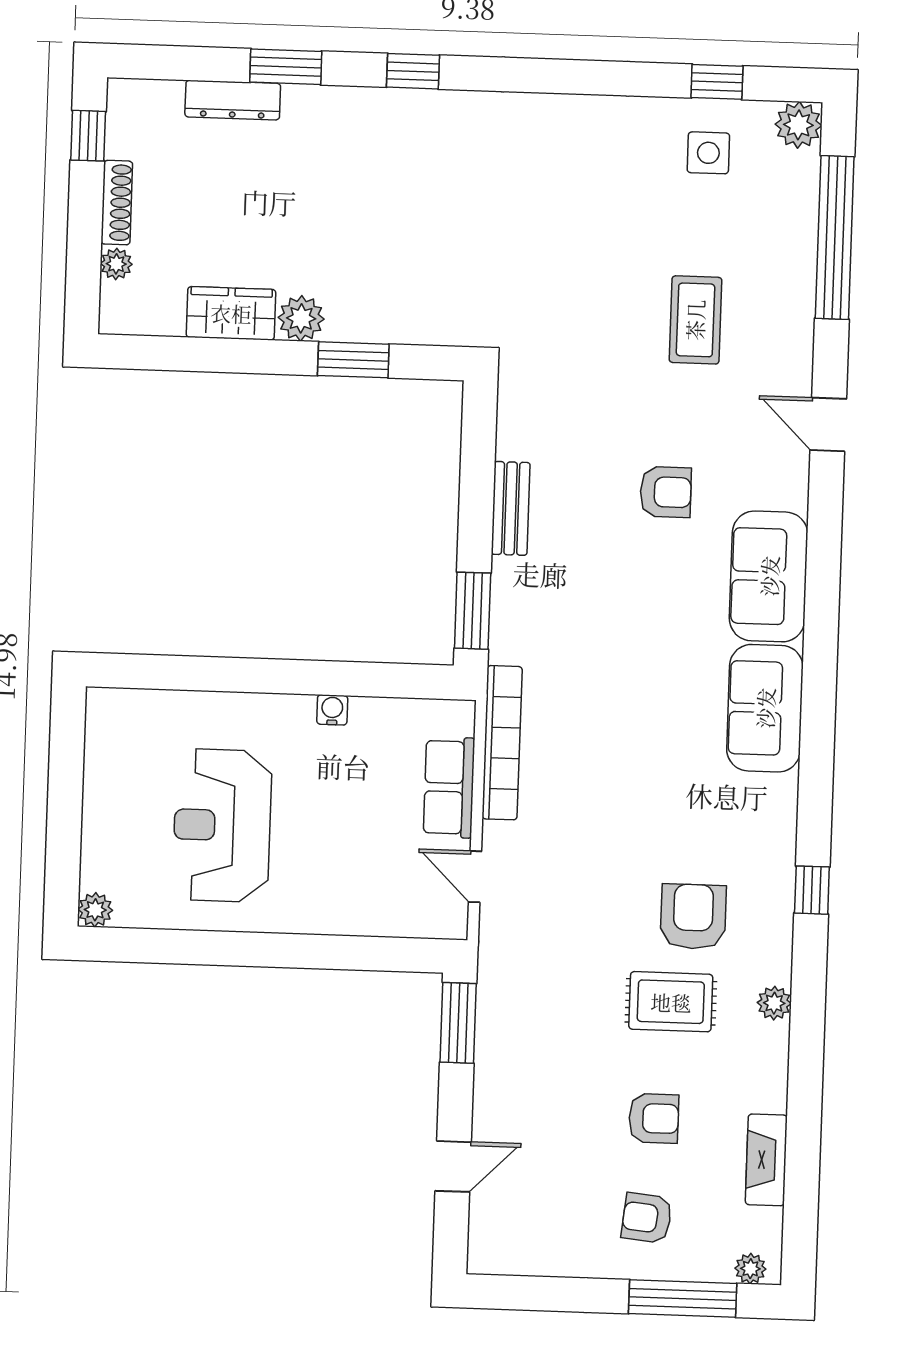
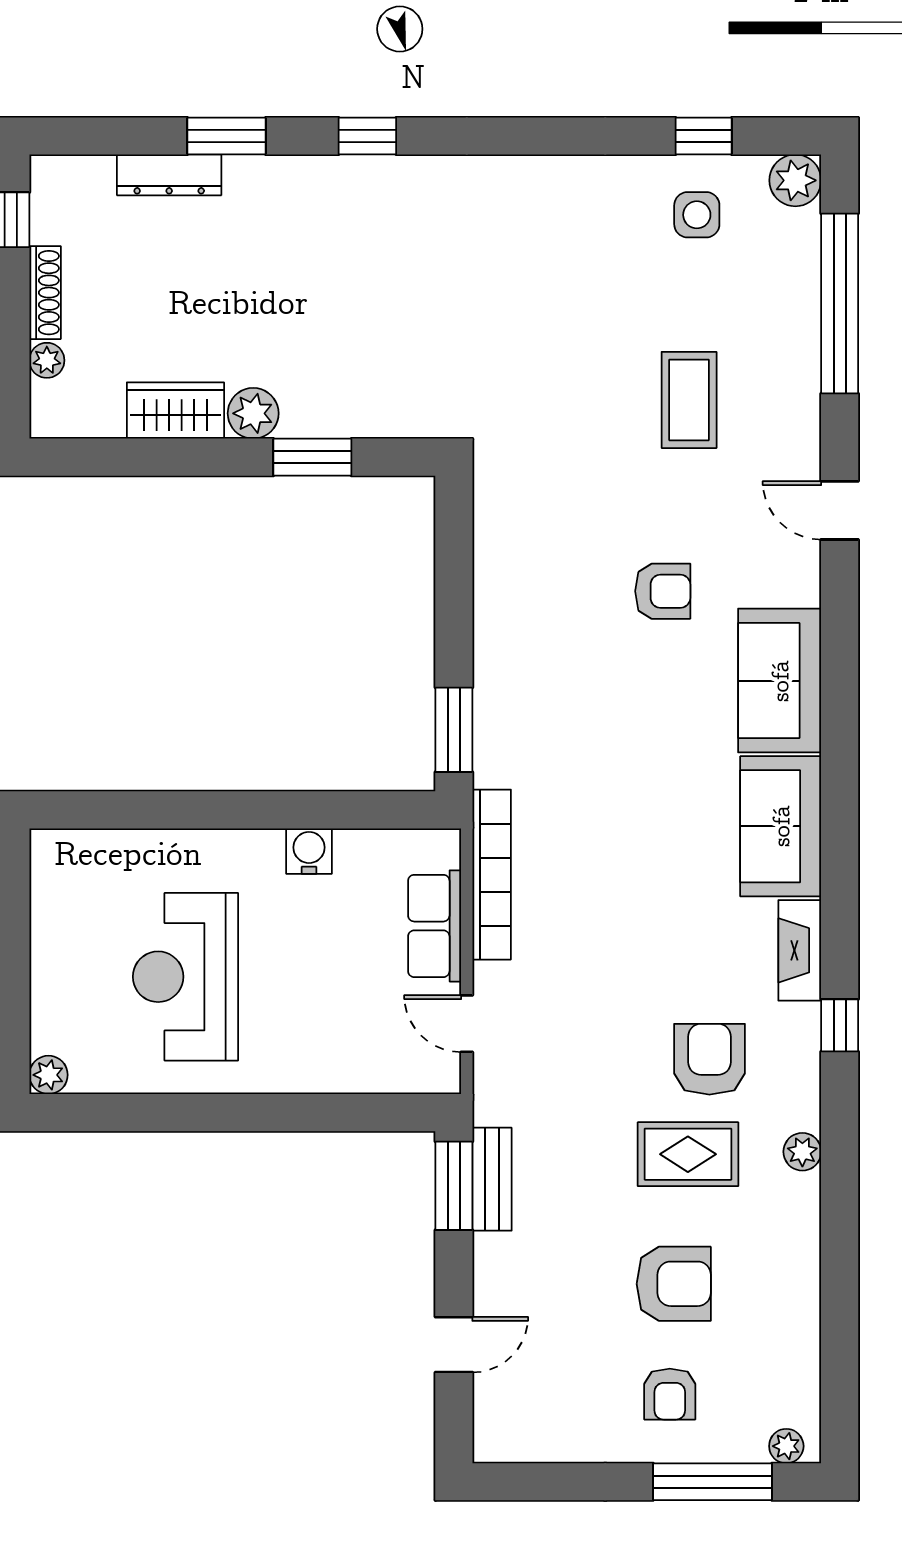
bench: (511, 508) -> (492, 1179), moved
water cooler: (332, 710) -> (309, 851), width x1.38, depth x1.38
armchair: (654, 1118) -> (674, 1284), width x1.38, depth x1.38
fireplace: (766, 1160) -> (800, 950), moved
armchair: (647, 1218) -> (670, 1394), turned -96

